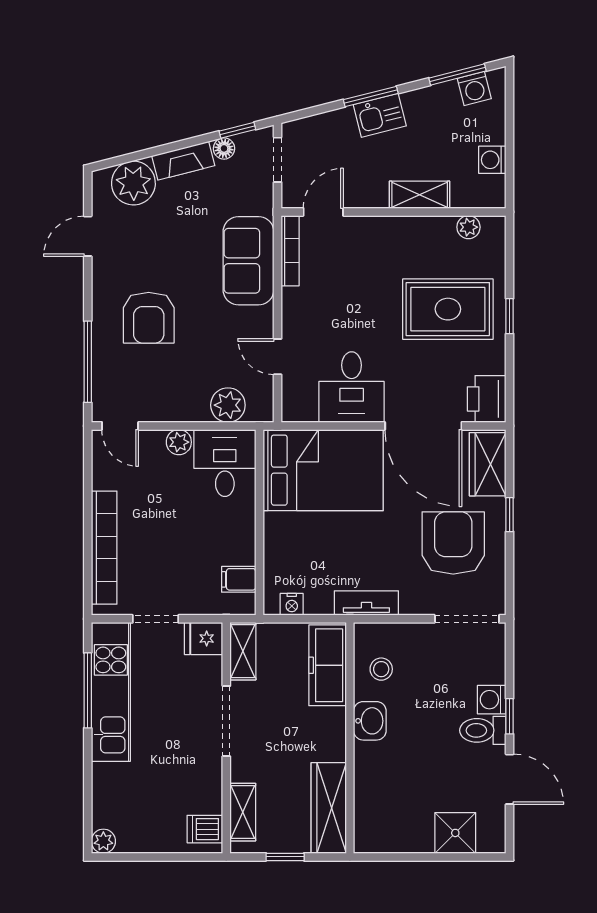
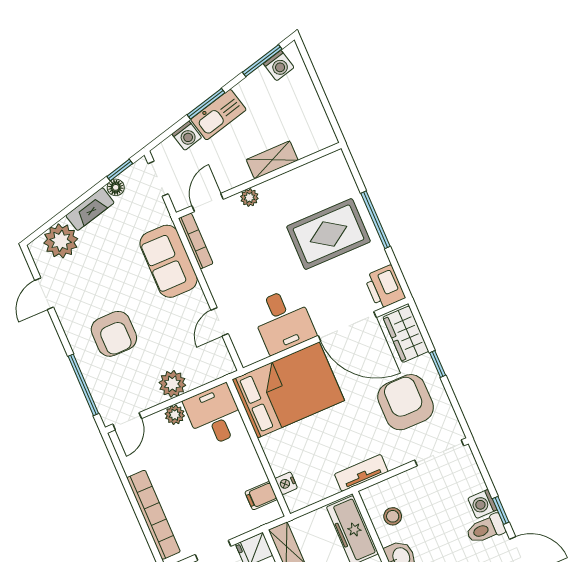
kitchen sink: (380, 115) -> (218, 115), width x1.38
washing machine: (492, 160) -> (187, 136), moved, turned -104
plant: (468, 227) -> (249, 198), moved
window: (510, 316) -> (376, 220), width x2.17
door: (278, 357) -> (220, 322), hinge flipped
plant: (228, 405) -> (172, 384), moved
door: (120, 426) -> (127, 421), hinge flipped
nightstand: (292, 604) -> (286, 483), moved, turned 90

